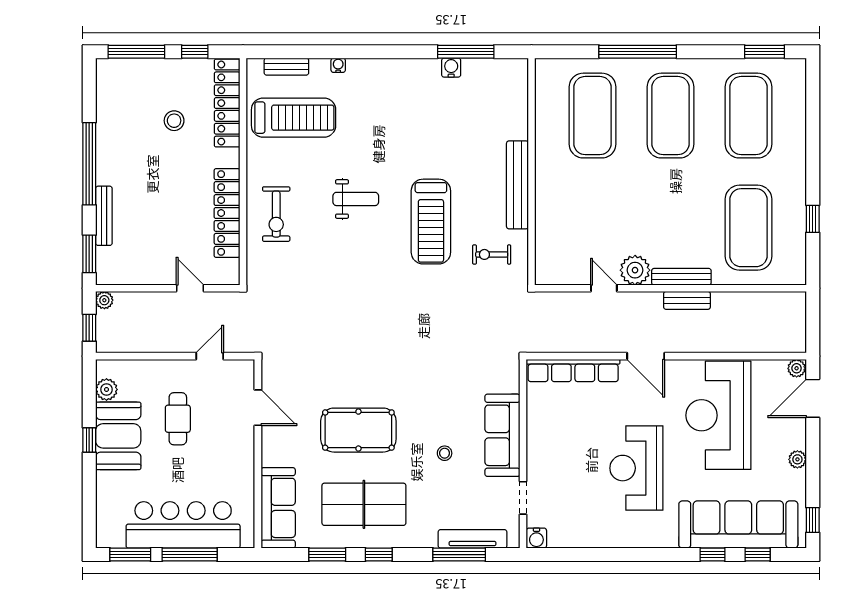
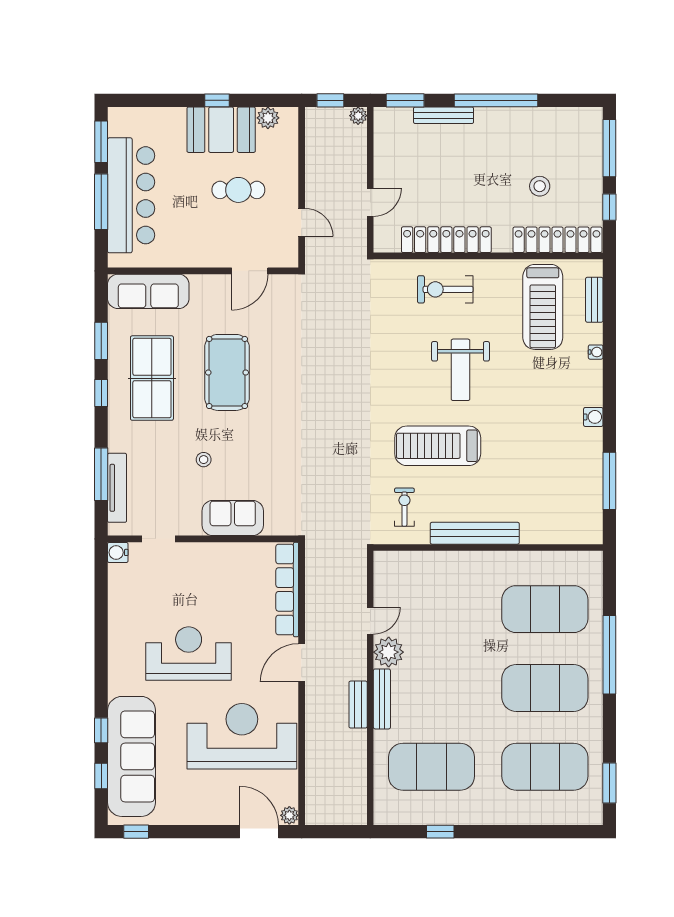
water cooler: (451, 68) -> (593, 417), moved
weight bench: (356, 199) -> (461, 370), width x1.36, depth x1.33
sofa: (502, 435) -> (233, 518), width x0.73
plant: (797, 459) -> (197, 816), removed

